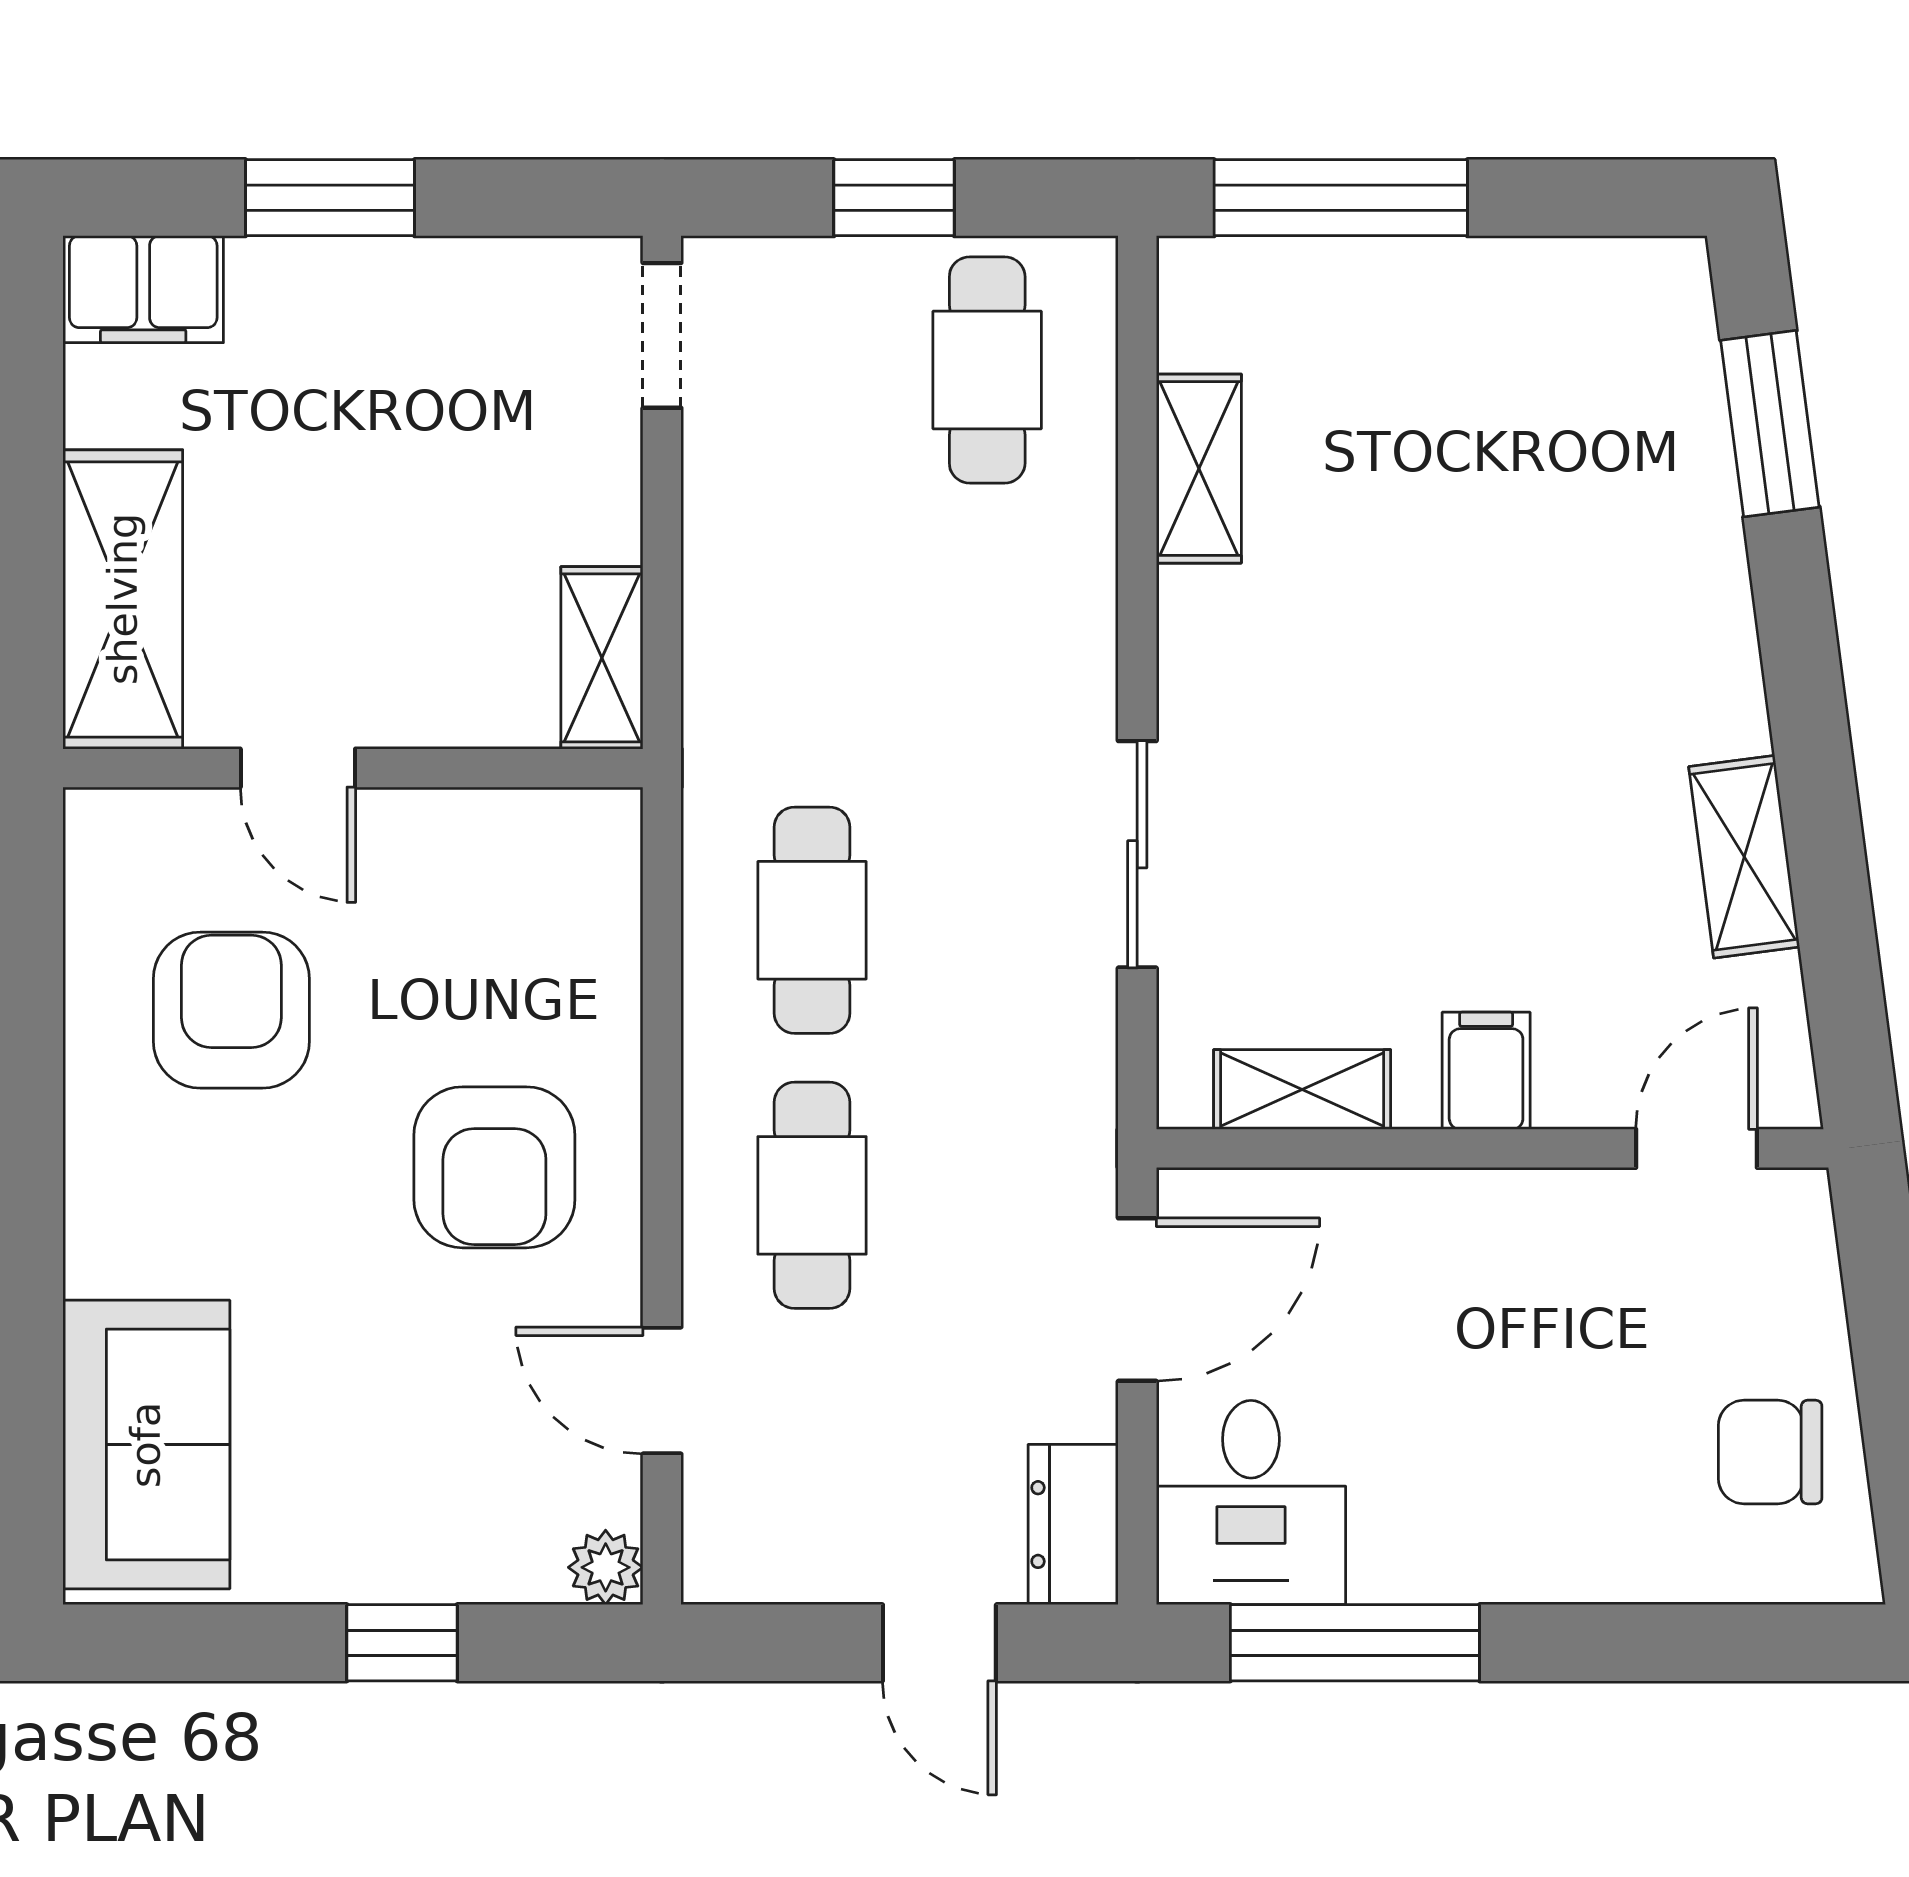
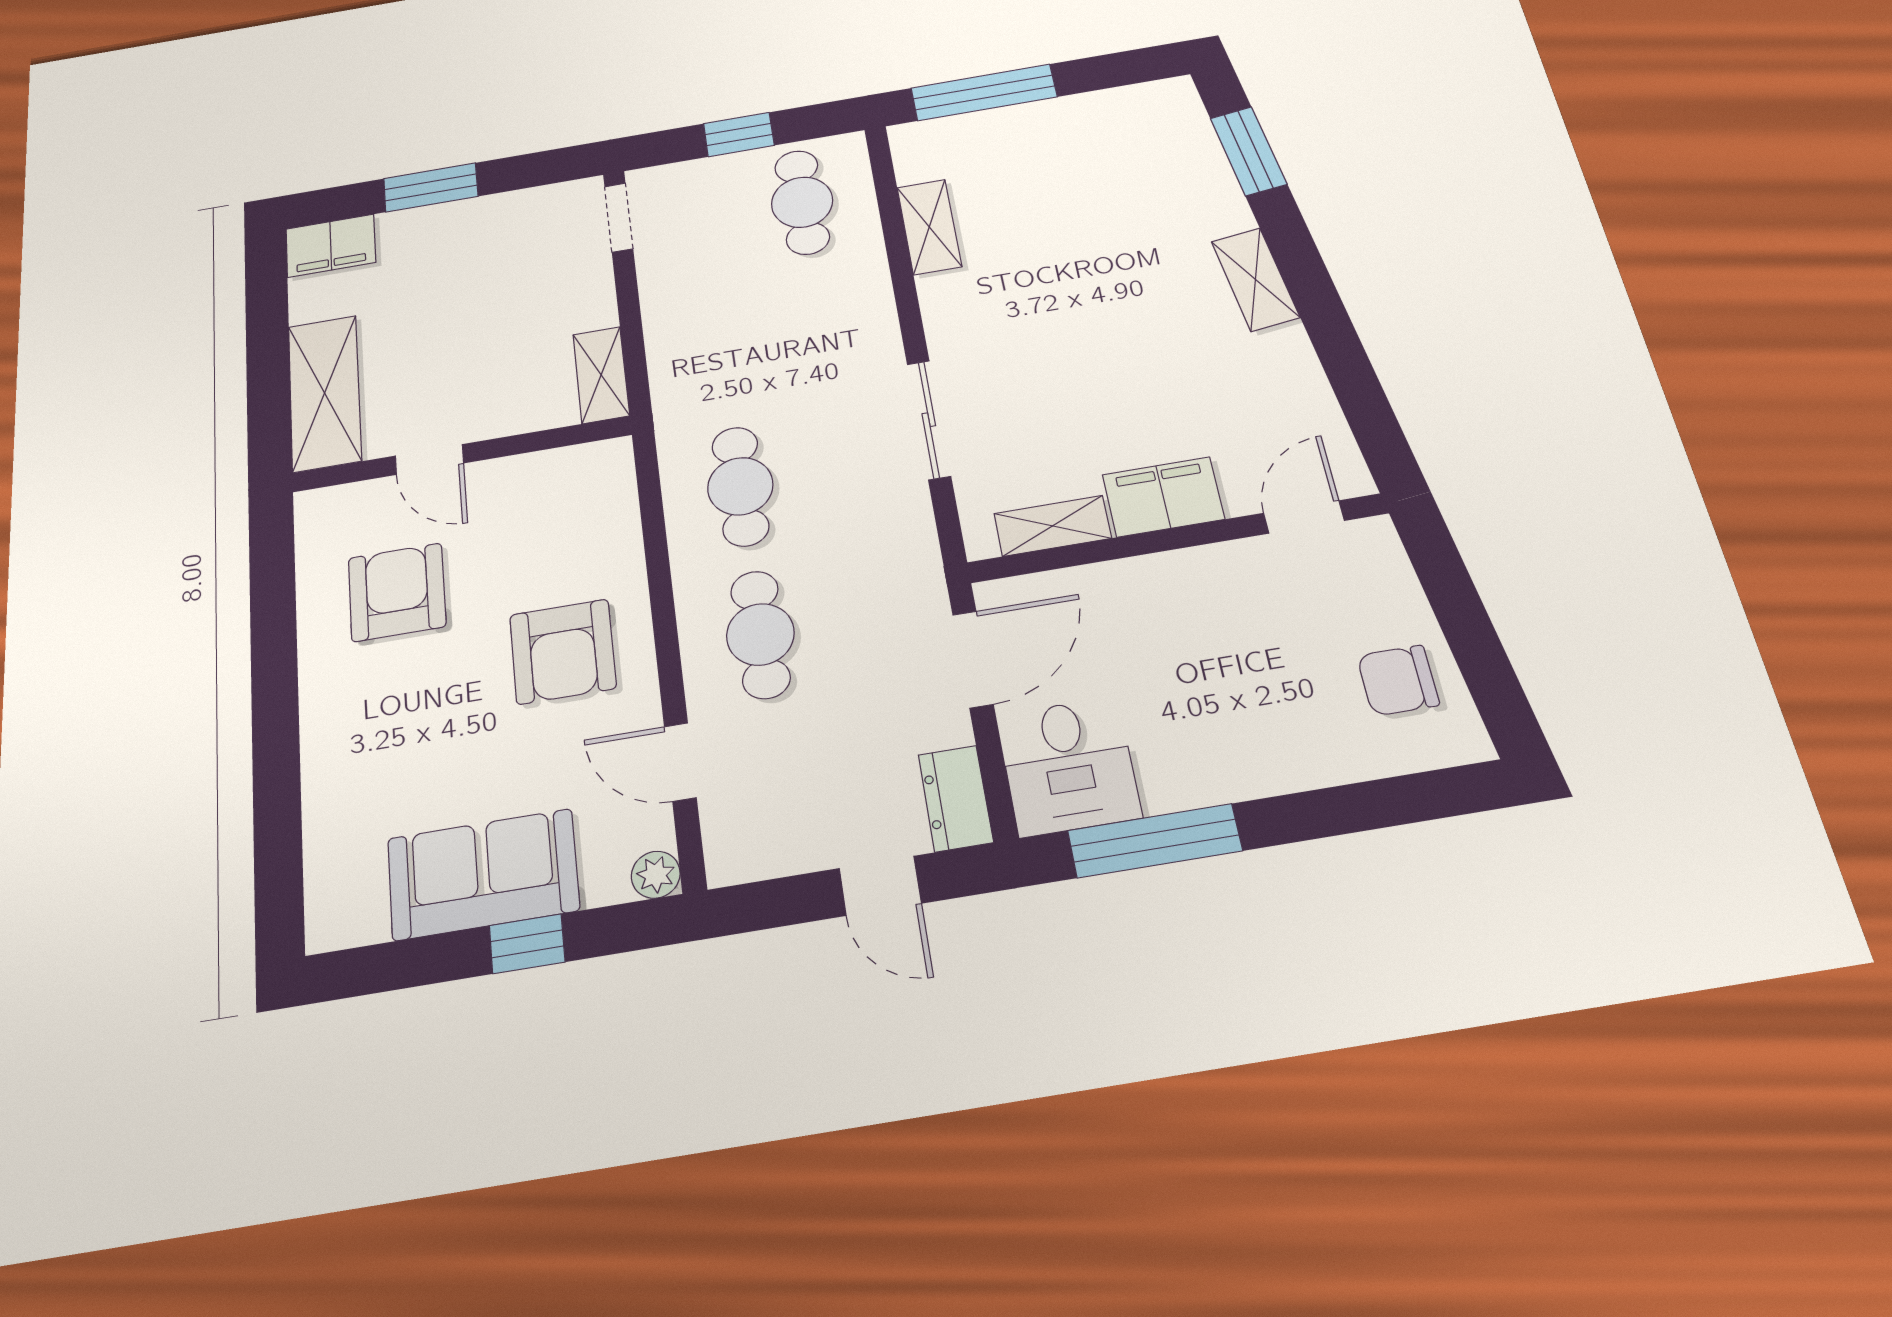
shelving: (1744, 857) -> (1255, 279), moved
filing cabinet: (1486, 1071) -> (1163, 497), width x2.00
sofa: (146, 1445) -> (483, 874), moved, turned -90

